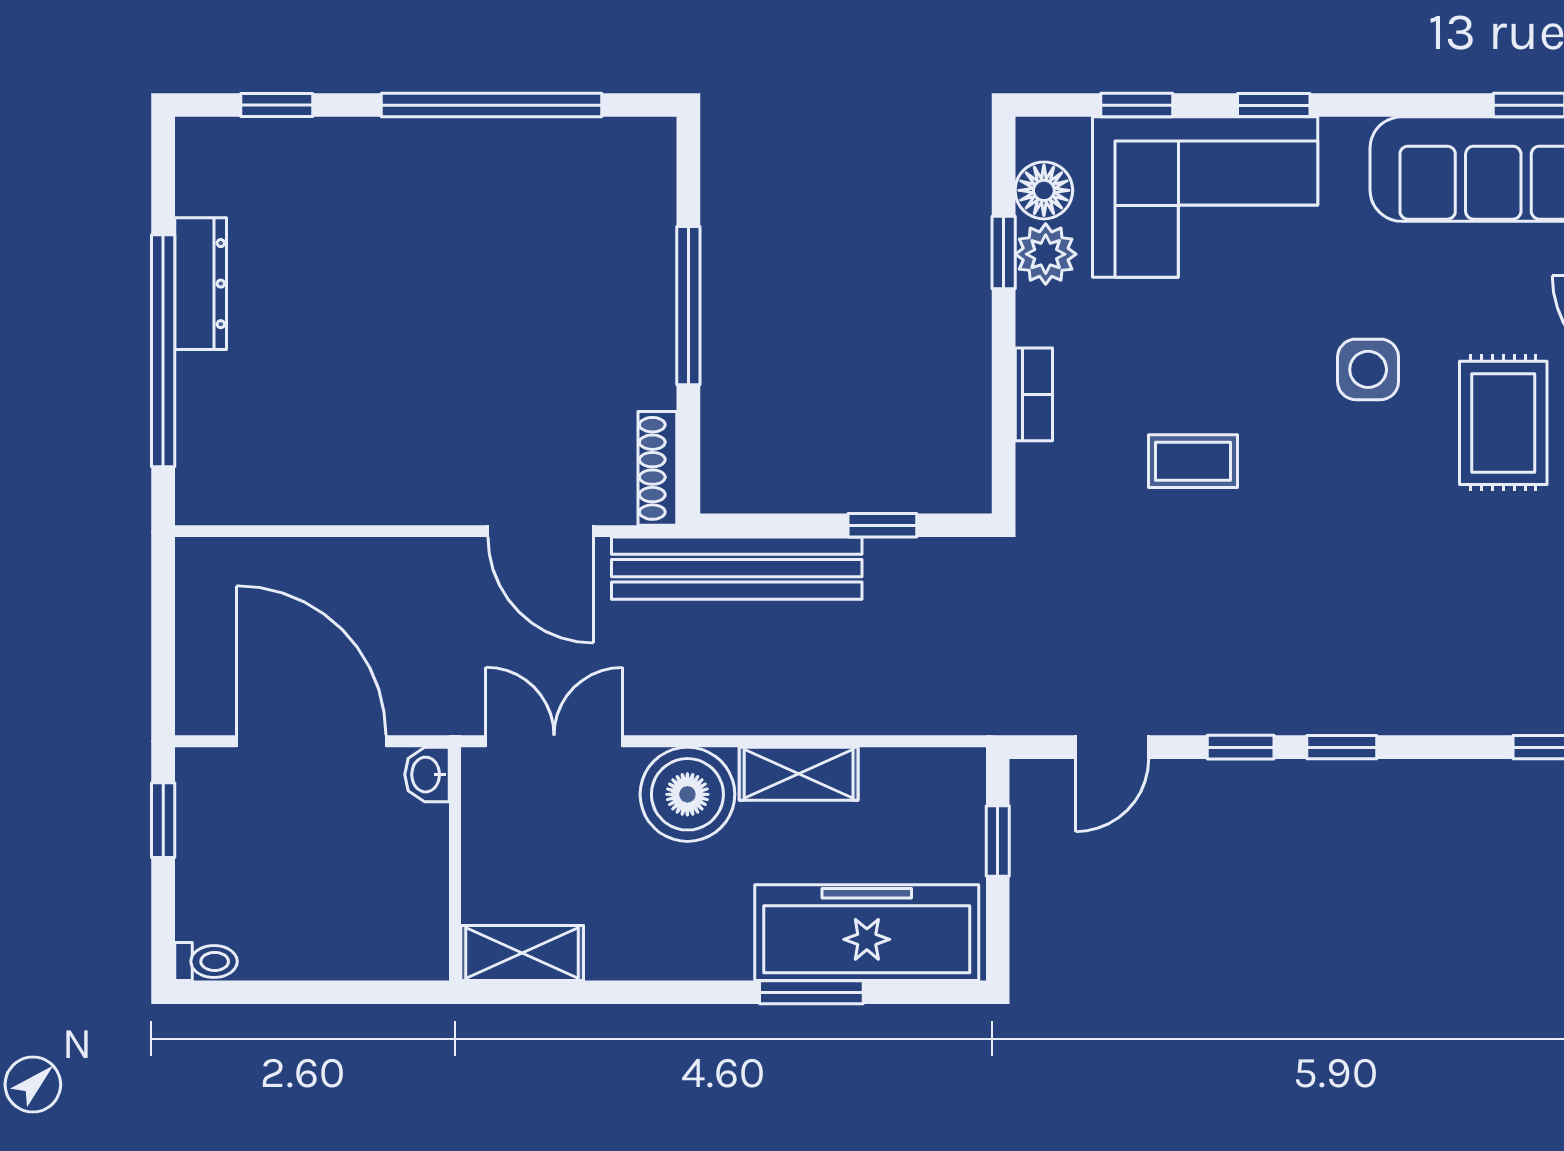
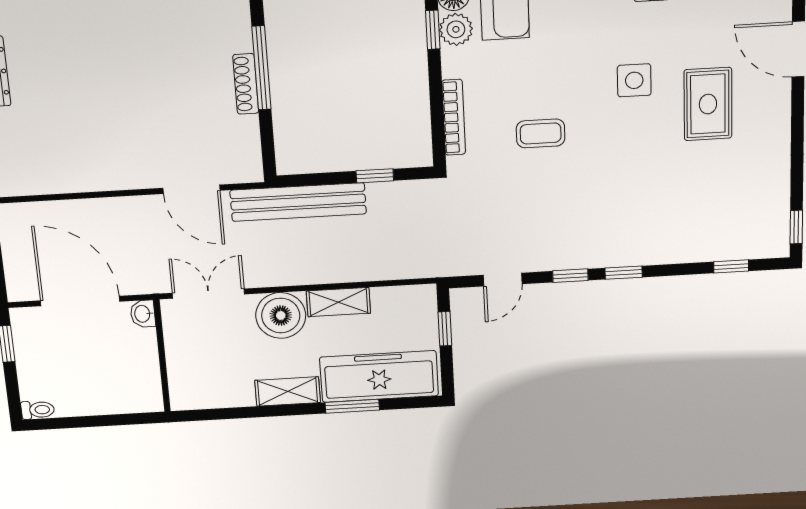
bookcase: (1034, 394) -> (454, 117), width x1.56
shoe rack: (657, 468) -> (246, 84), moved
shelving: (522, 953) -> (288, 391), moved

